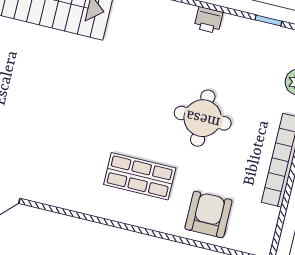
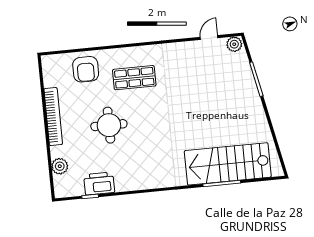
printer: (208, 20) -> (99, 184), moved, width x1.87, depth x1.48

